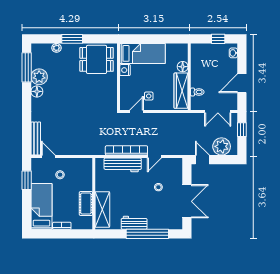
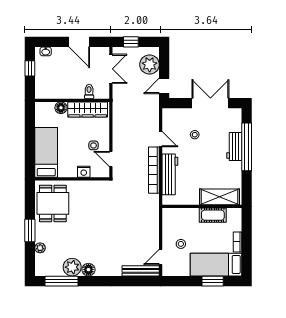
nightstand: (125, 70) -> (84, 172), moved
window: (27, 180) -> (213, 281), moved
workbench: (134, 223) -> (234, 146), moved

